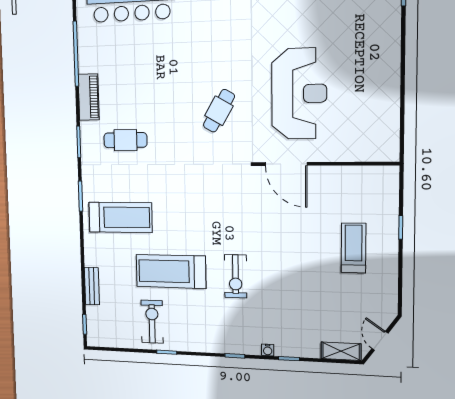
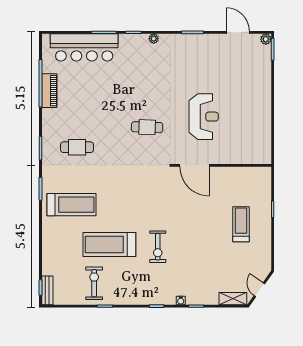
reception desk: (299, 94) -> (204, 117), width x0.74, depth x0.77
piano: (89, 97) -> (49, 91), moved
cafe table: (219, 111) -> (147, 127), turned 62
bench: (92, 286) -> (47, 290), moved

